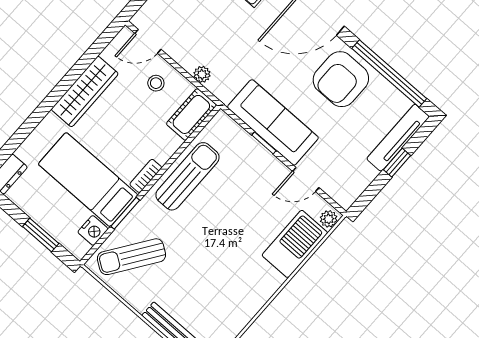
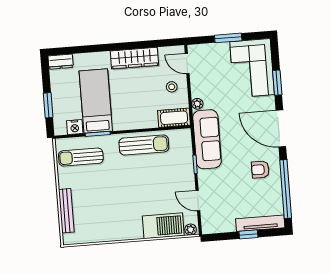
armchair: (341, 79) -> (260, 170), width x0.53, depth x0.53
sofa: (273, 122) -> (207, 139), moved
bookcase: (146, 176) -> (124, 126), removed
sun lounger: (131, 257) -> (81, 157), turned -35

